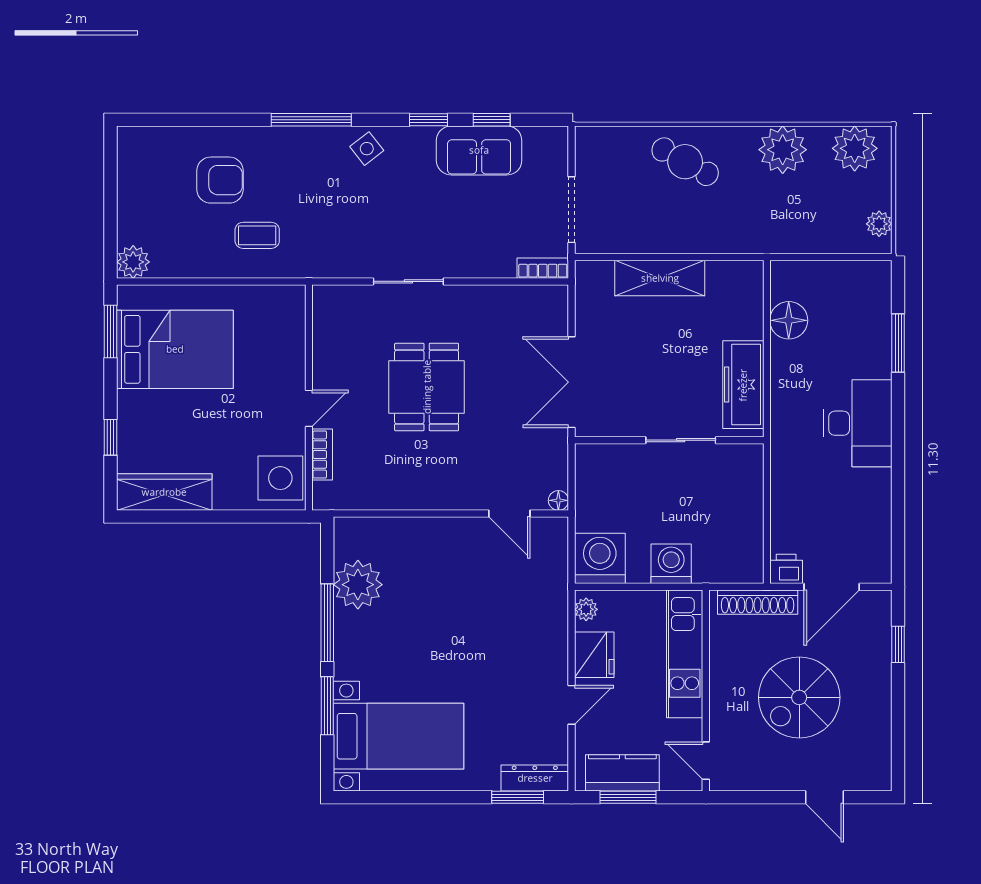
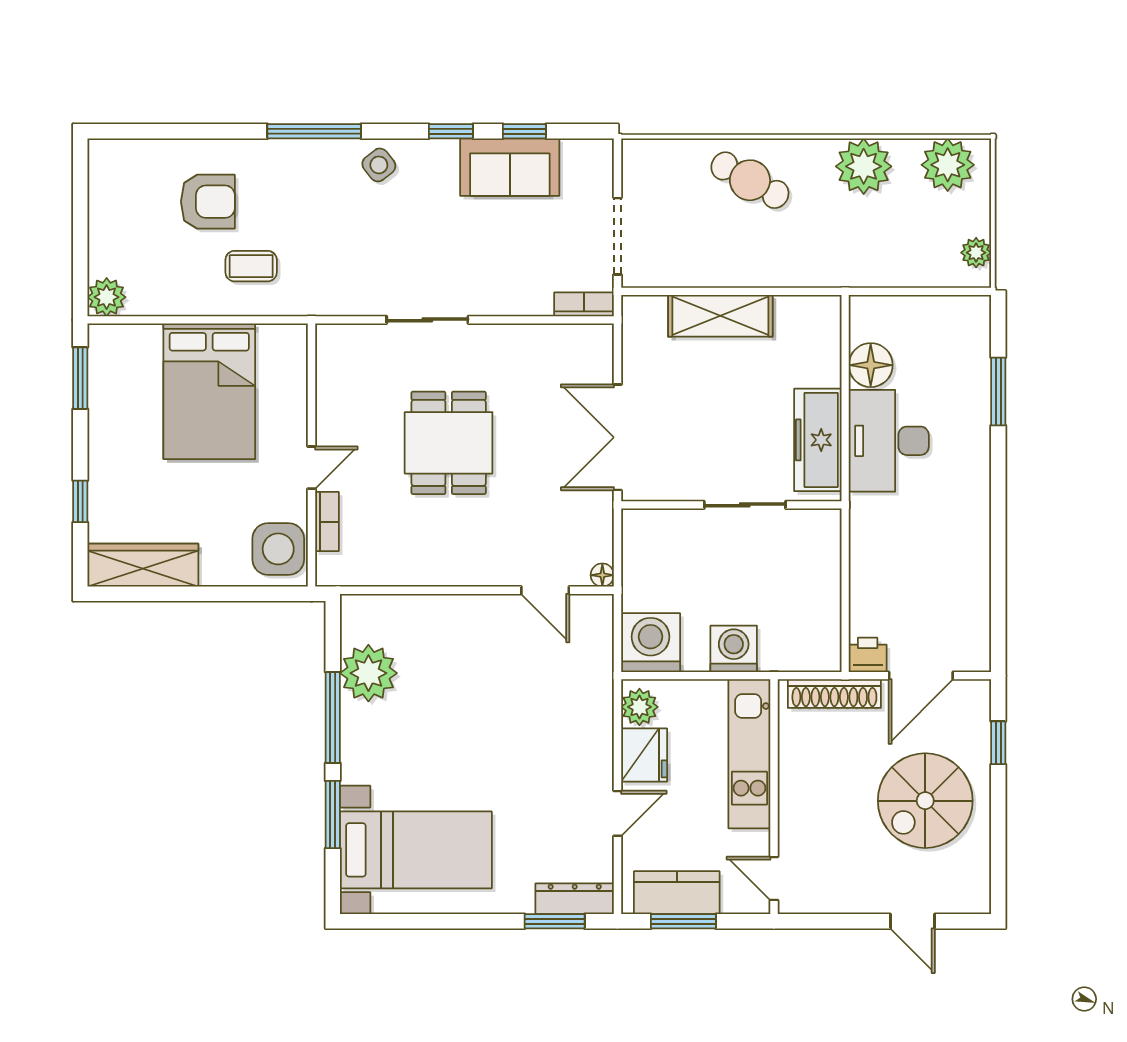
bed: (175, 349) -> (209, 391), moved, turned 90
desk: (858, 423) -> (889, 441), moved, turned 180
plant: (586, 609) -> (639, 707), width x1.38, depth x1.38
spiral stairs: (799, 697) -> (925, 801), moved

